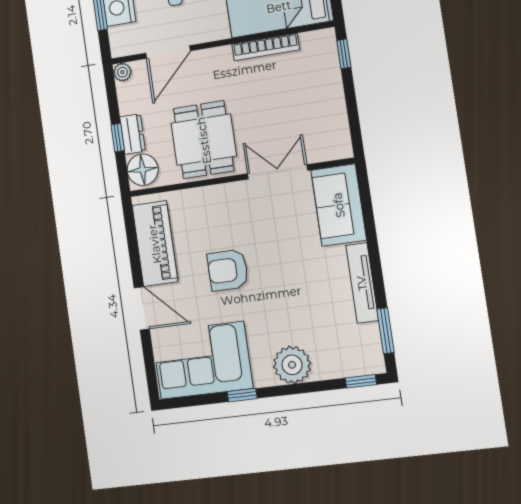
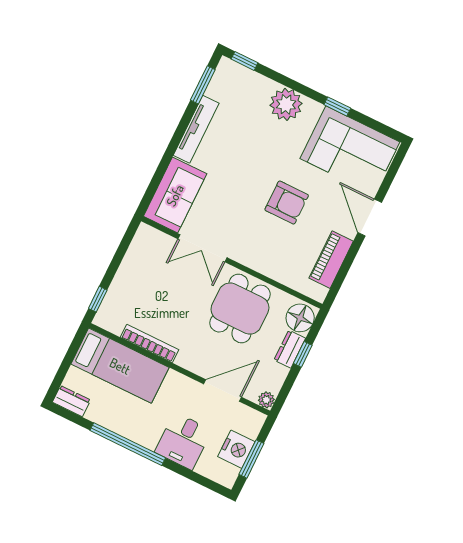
piano: (155, 244) -> (331, 260), width x0.73, depth x0.75

